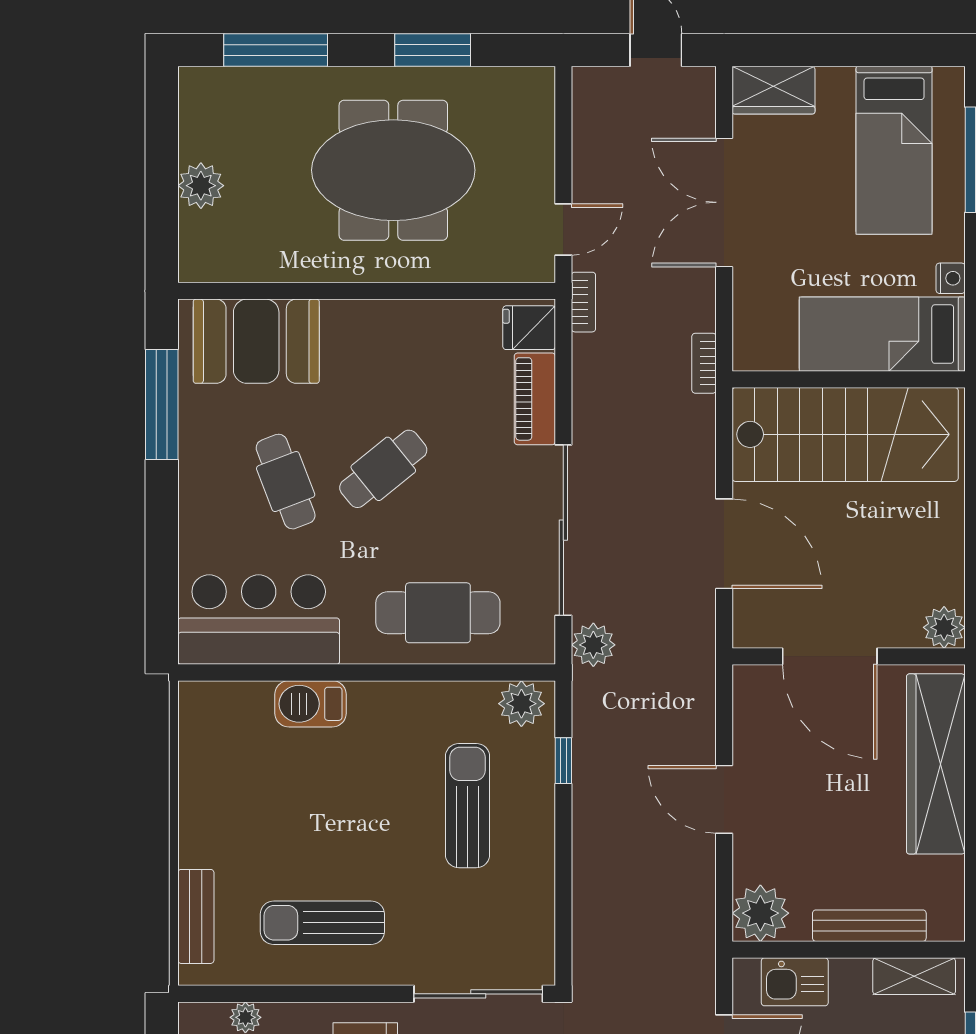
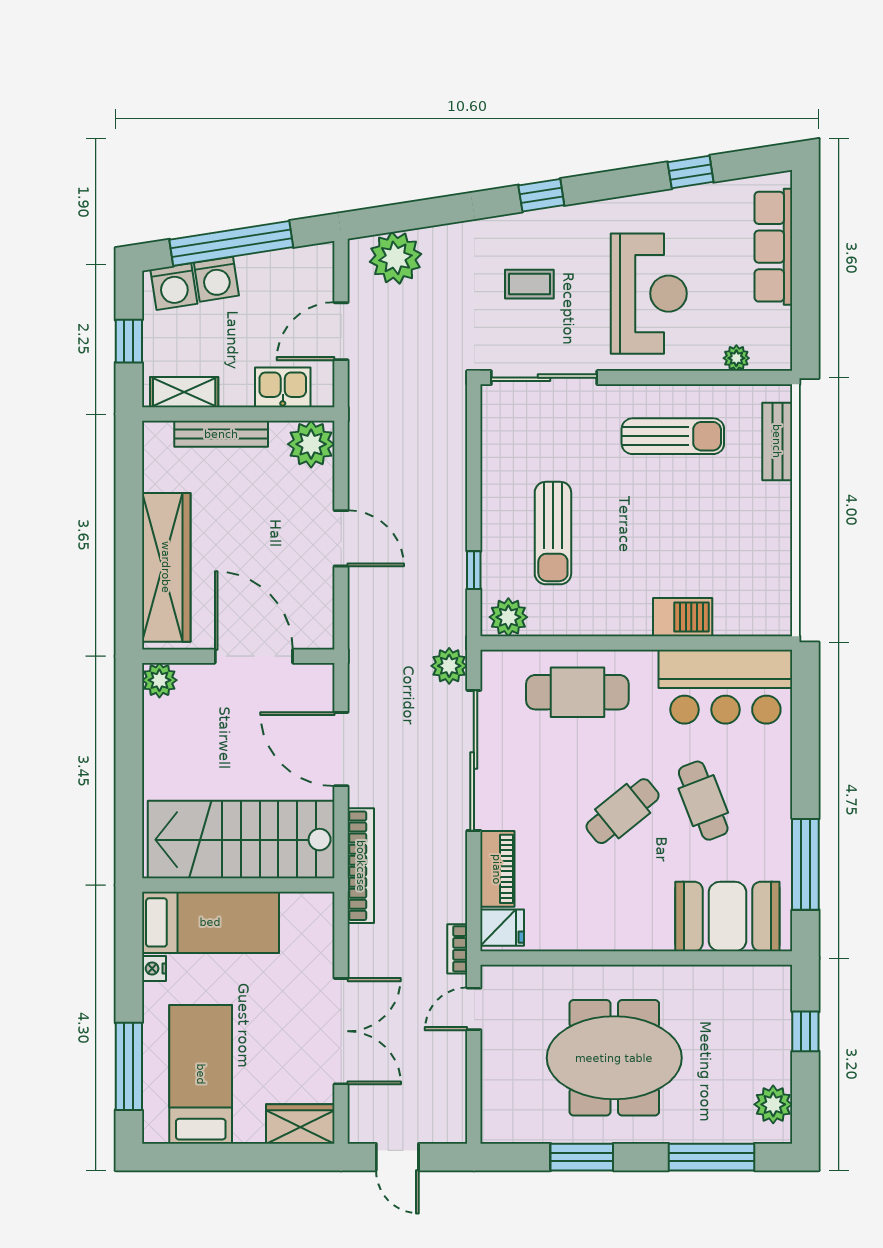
plant: (201, 186) -> (773, 1104), moved
window: (162, 202) -> (805, 1031), added
bookcase: (704, 363) -> (361, 866), width x2.31, depth x1.31

